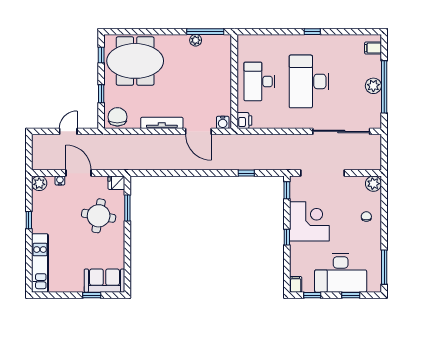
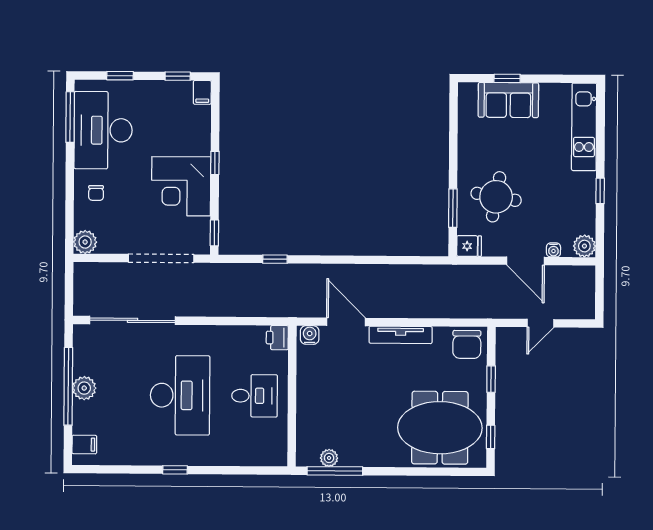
plant: (196, 40) -> (329, 458), moved
desk: (259, 81) -> (255, 396), width x0.73
desk: (341, 273) -> (103, 130), moved, turned -90
sofa: (105, 281) -> (508, 100), moved

